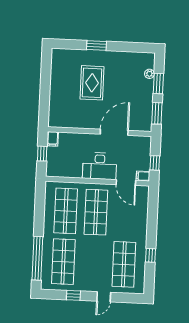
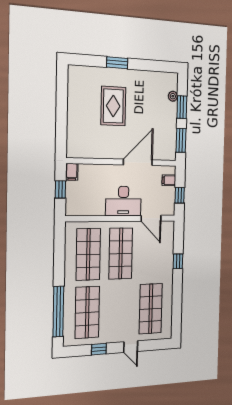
filing cabinet: (143, 176) -> (169, 180), moved
window: (151, 255) -> (178, 261), moved
door: (104, 297) -> (131, 347), hinge flipped

